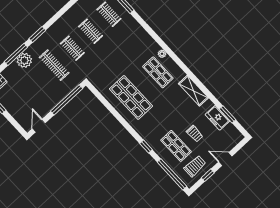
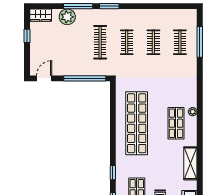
plant: (24, 60) -> (67, 17), moved
shop shelf: (131, 97) -> (137, 123), width x1.40

